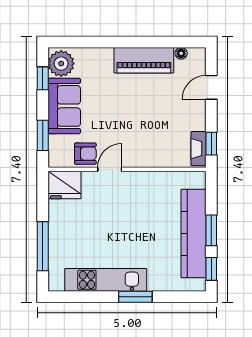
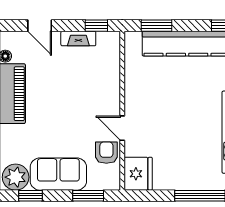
fireplace: (199, 149) -> (78, 38), moved
window: (211, 230) -> (156, 26), moved

